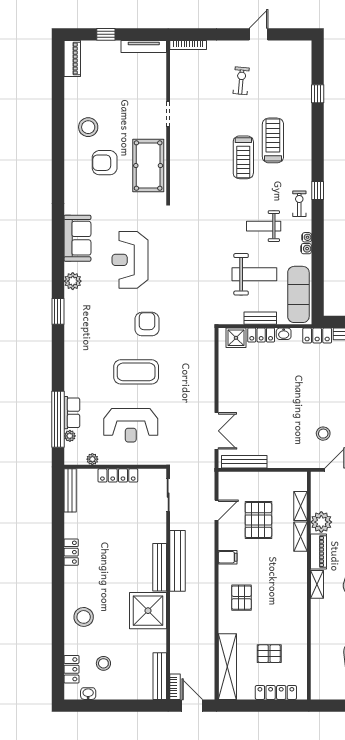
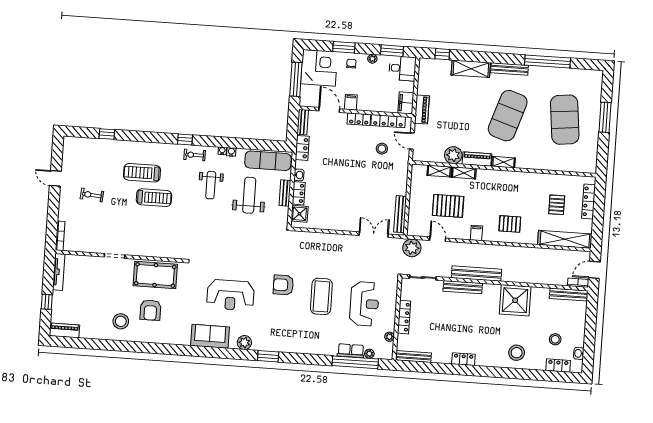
plant: (204, 479) -> (412, 248), added
bench: (160, 567) -> (463, 287), moved

